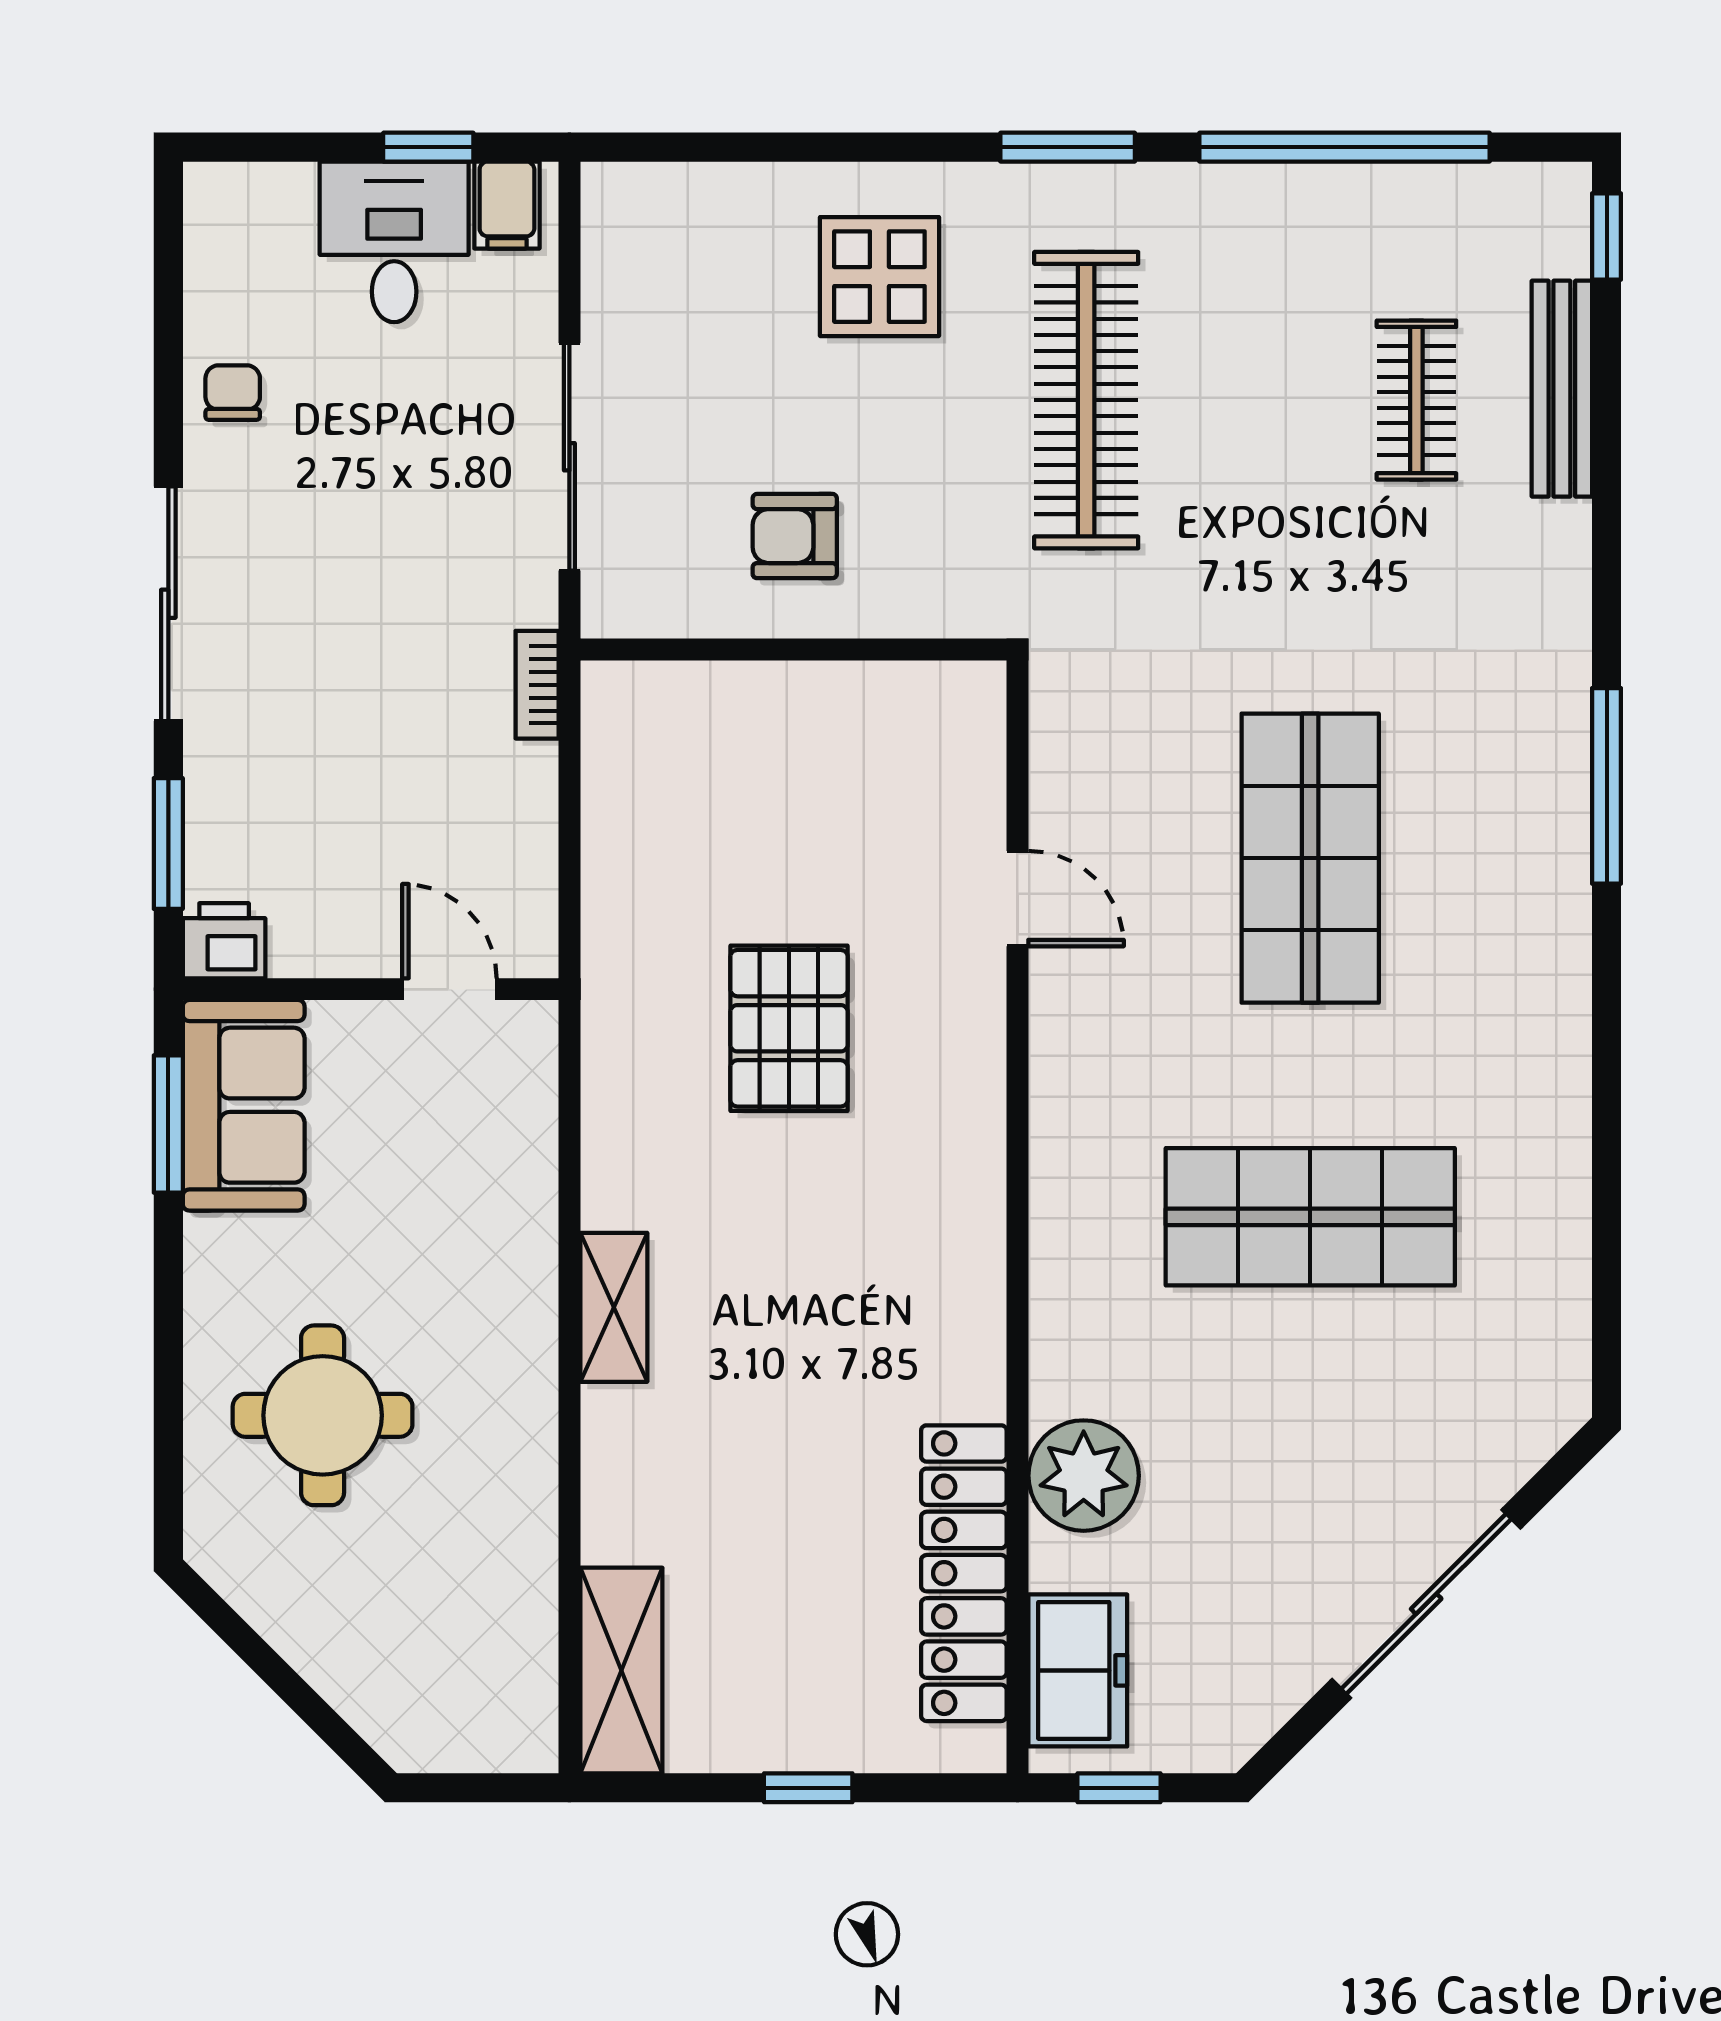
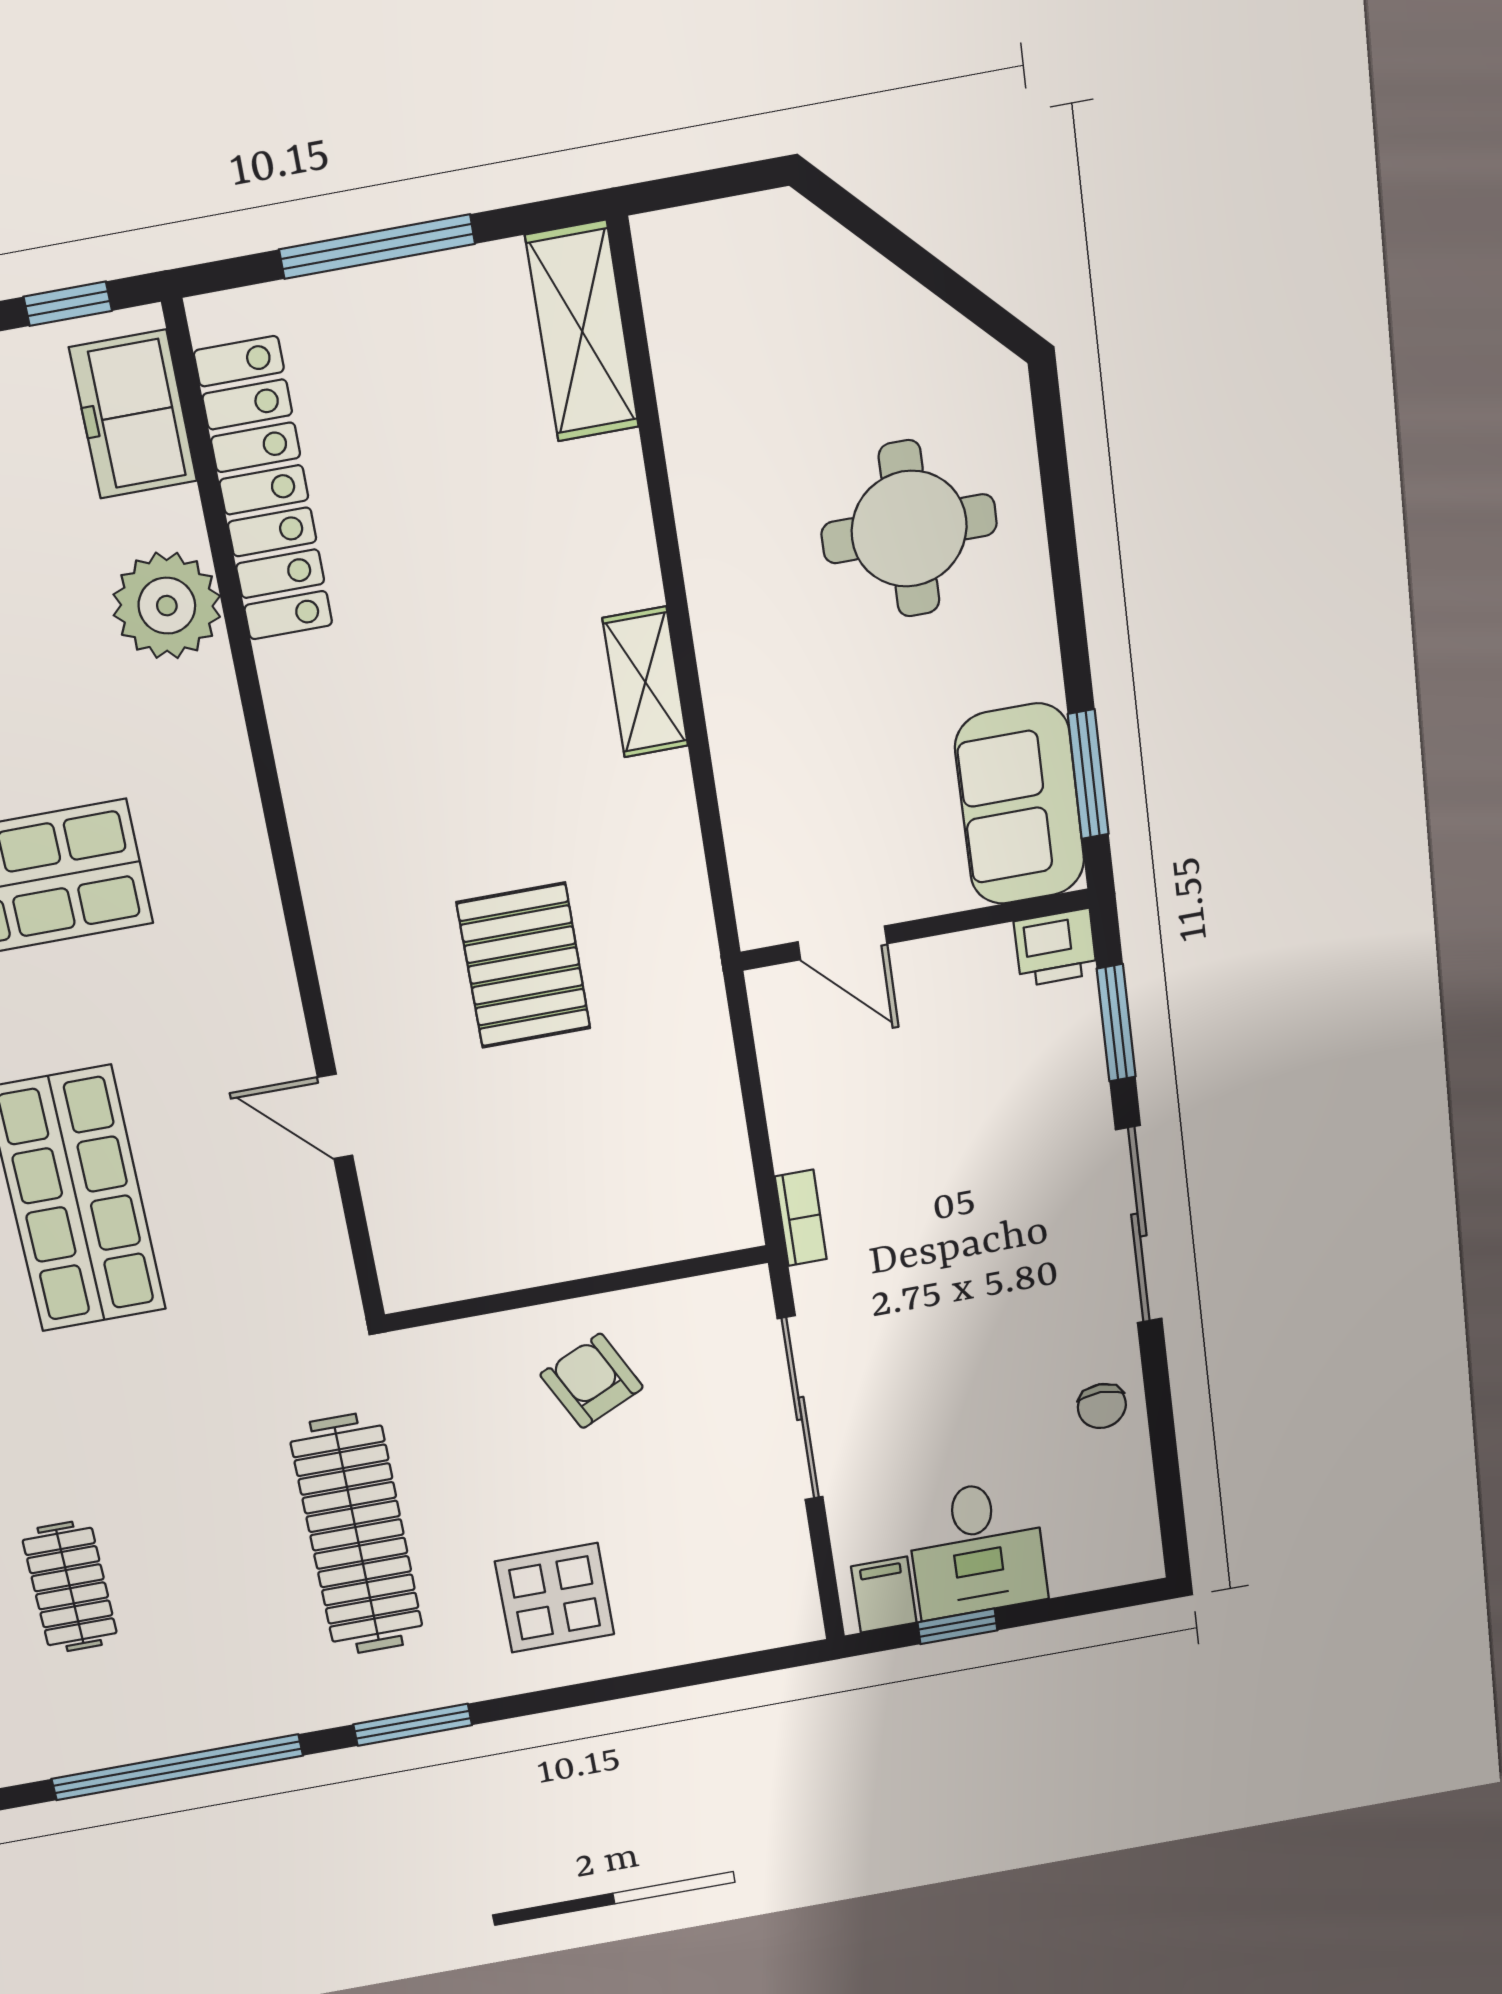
armchair: (795, 536) -> (592, 1381), turned -116
window: (808, 1788) -> (377, 247), width x2.17

